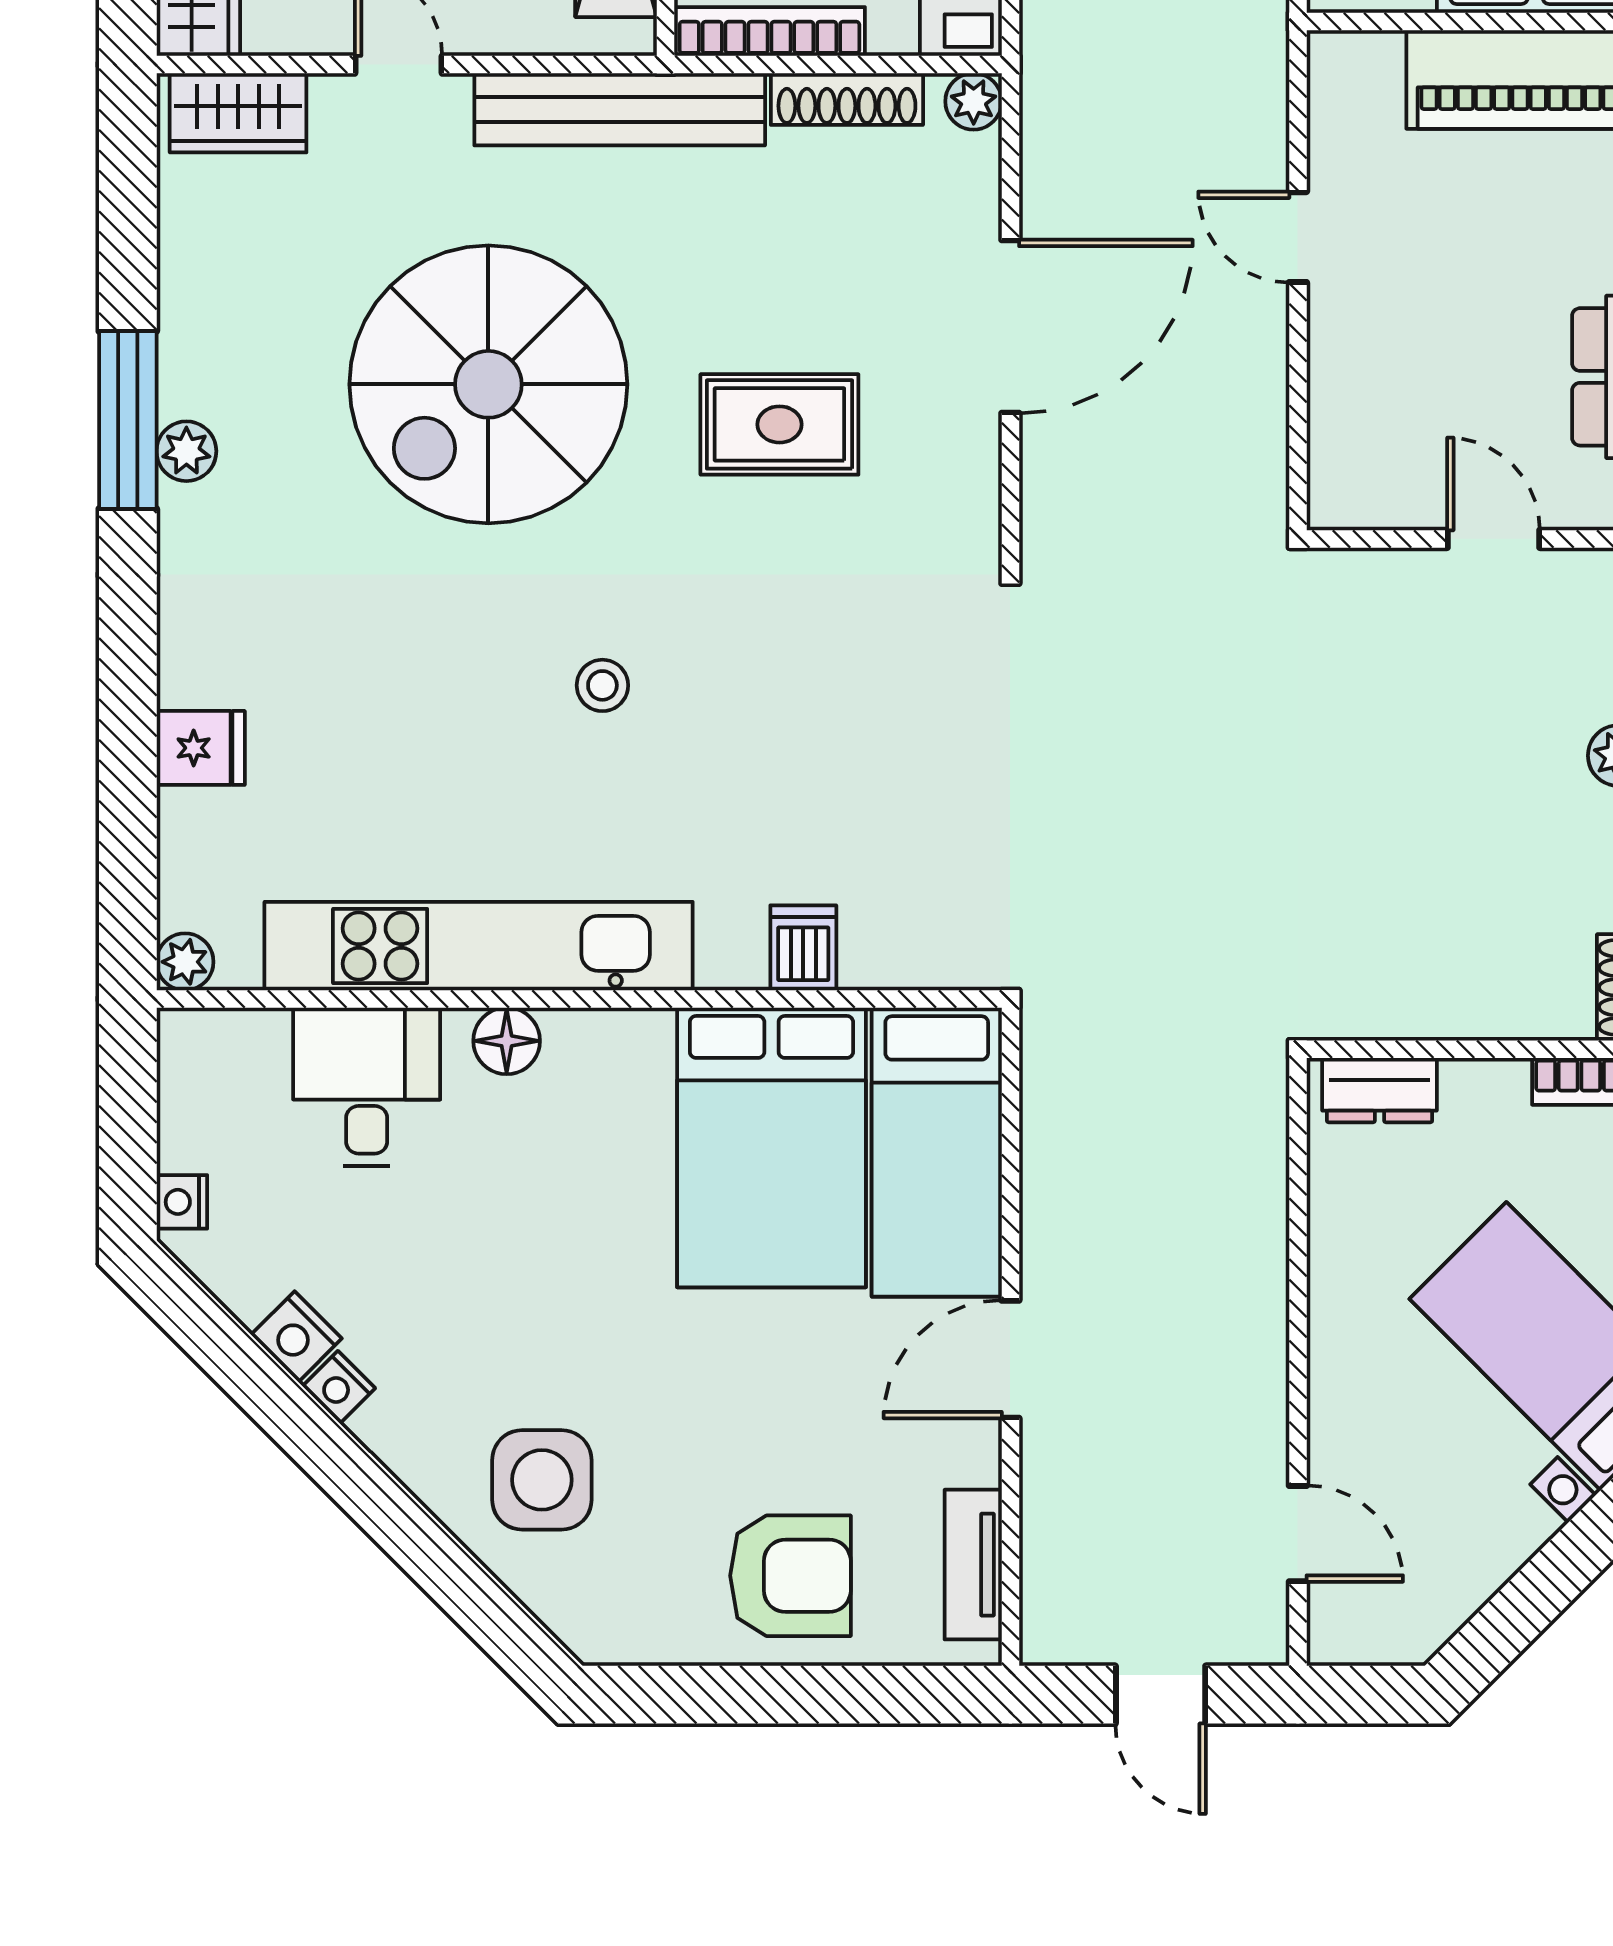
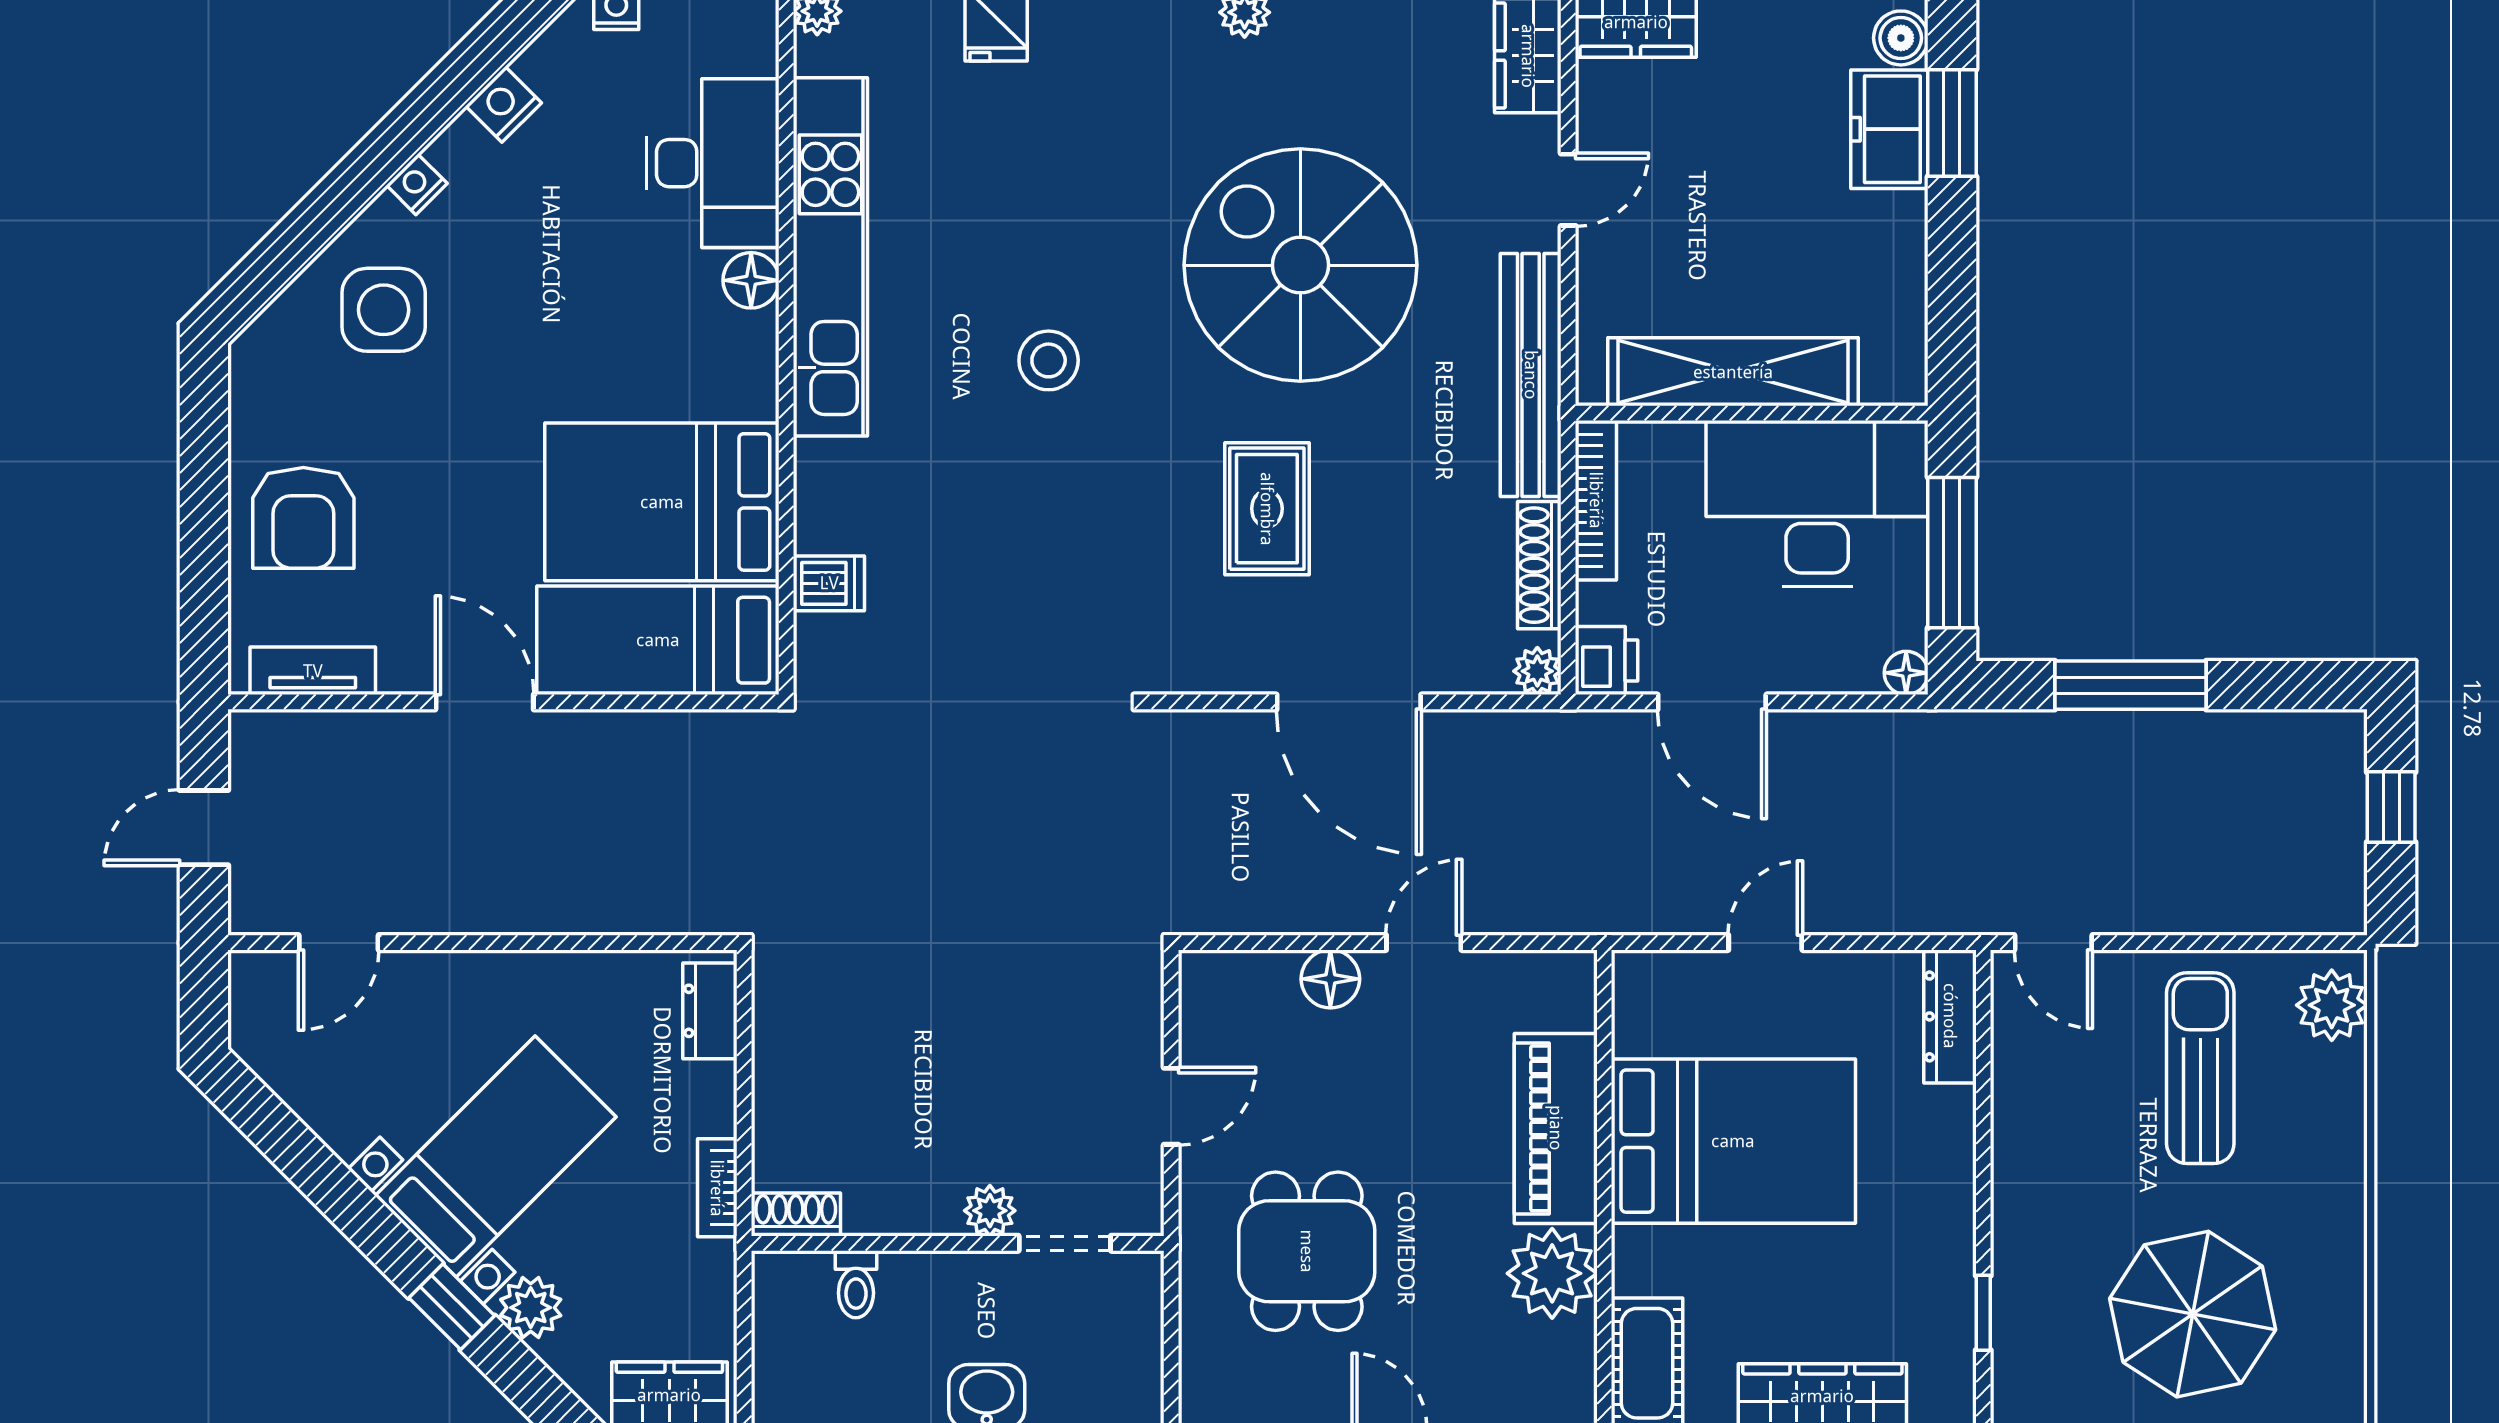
floor lamp: (1341, 349) -> (1330, 979), added
stool: (602, 685) -> (1049, 360), width x1.37, depth x1.37
dishwasher: (803, 948) -> (829, 583), moved
desk: (367, 1087) -> (713, 163), width x1.37
nightstand: (339, 1387) -> (417, 184), moved

